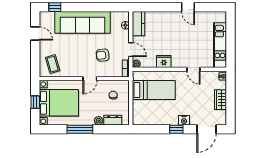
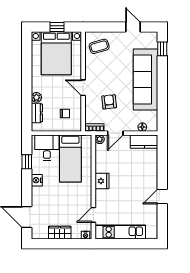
door: (35, 34) -> (133, 27), swing flipped
fridge: (164, 62) -> (102, 181), moved
door: (193, 69) -> (93, 215), moved
desk: (144, 111) -> (47, 148), added
nightstand: (184, 120) -> (37, 180), moved
window: (80, 129) -> (27, 77), removed
window: (176, 129) -> (27, 162), moved

